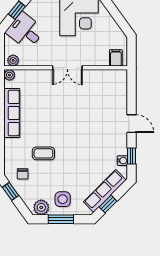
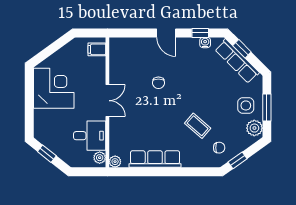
desk: (25, 31) -> (90, 136), moved, turned -129
chair: (84, 116) -> (158, 83), added
door: (132, 124) -> (166, 33), swing flipped
coffee table: (43, 153) -> (198, 126), turned -49
window: (108, 204) -> (242, 49), moved

